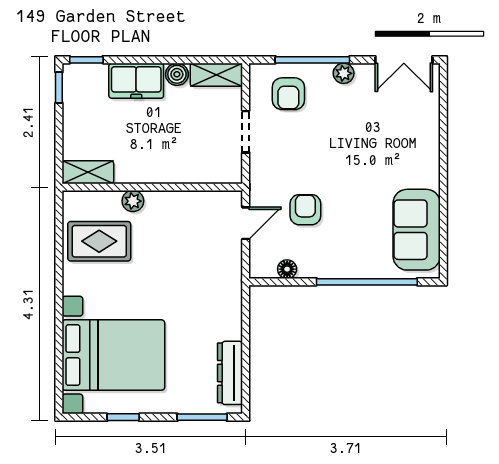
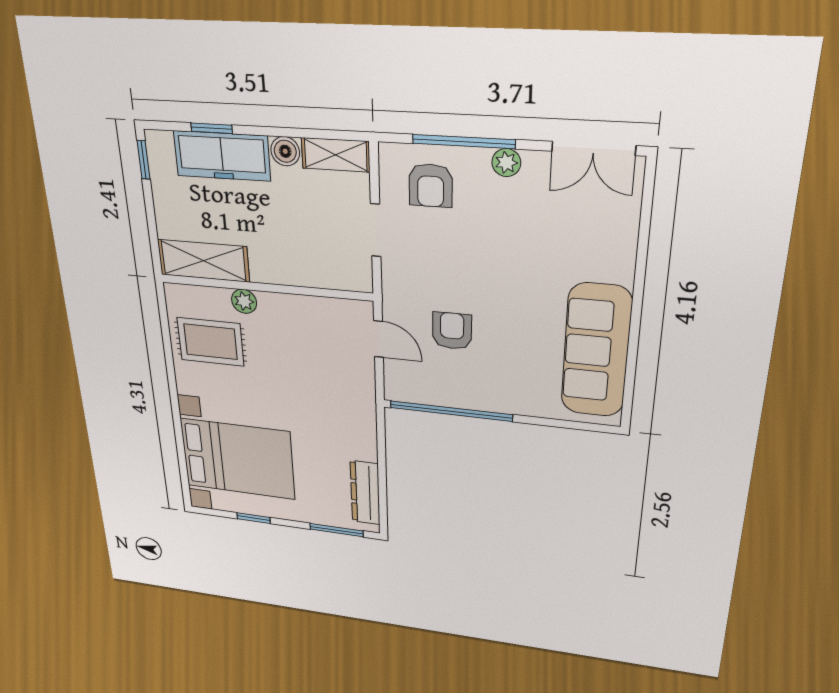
window: (86, 60) -> (212, 128), moved
freezer: (136, 81) -> (222, 156), width x1.40
shelving: (88, 172) -> (203, 261), width x1.50, depth x1.33
door: (246, 223) -> (378, 339), hinge flipped
sofa: (417, 230) -> (596, 351), width x1.36
floor lamp: (287, 269) -> (429, 395), removed
window: (367, 282) -> (451, 411), moved

